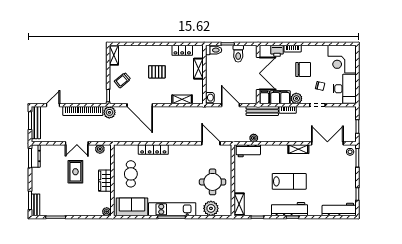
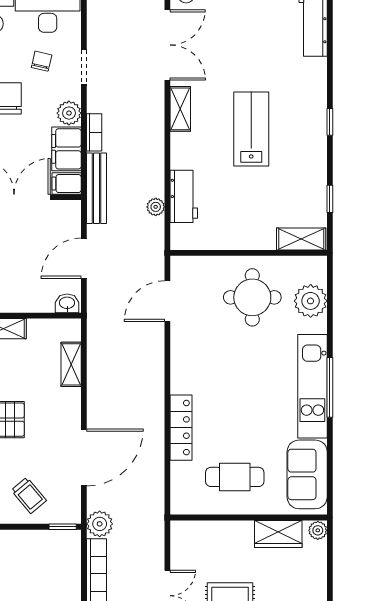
double door: (327, 143) -> (167, 45), swing flipped
plant: (100, 149) -> (180, 545), removed
workbench: (248, 151) -> (184, 196), moved
wardrobe: (105, 181) -> (278, 534), moved
workbench: (289, 209) -> (312, 128), removed

